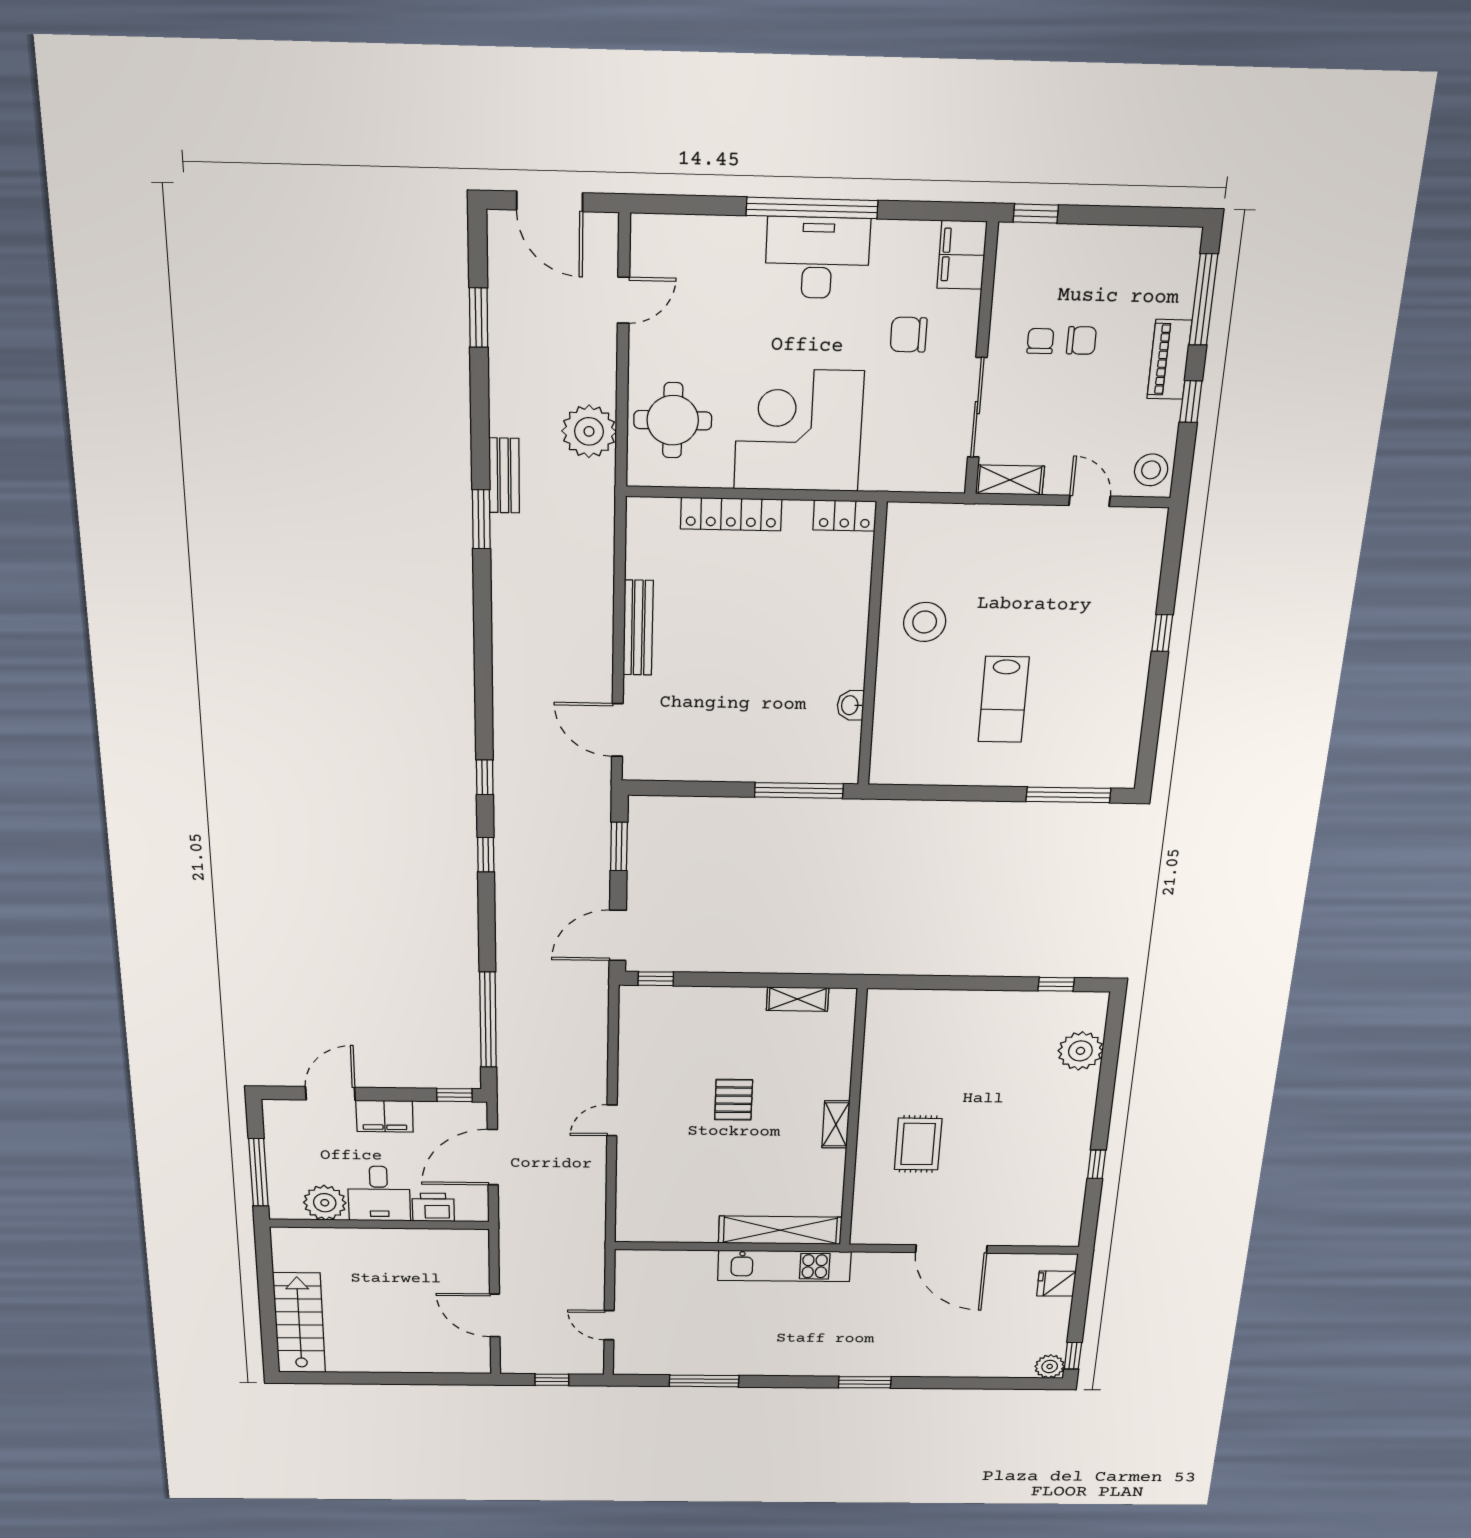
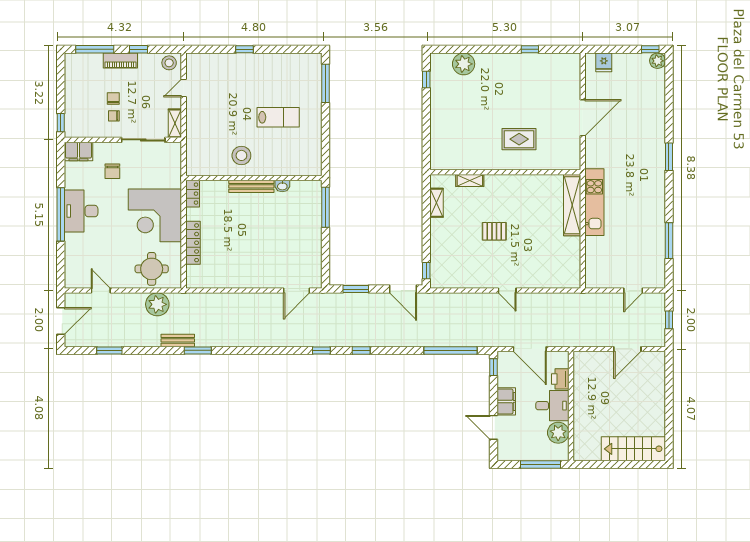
bench: (638, 628) -> (251, 186), moved
shelving: (836, 1124) -> (470, 181), moved

